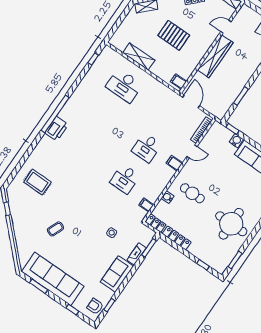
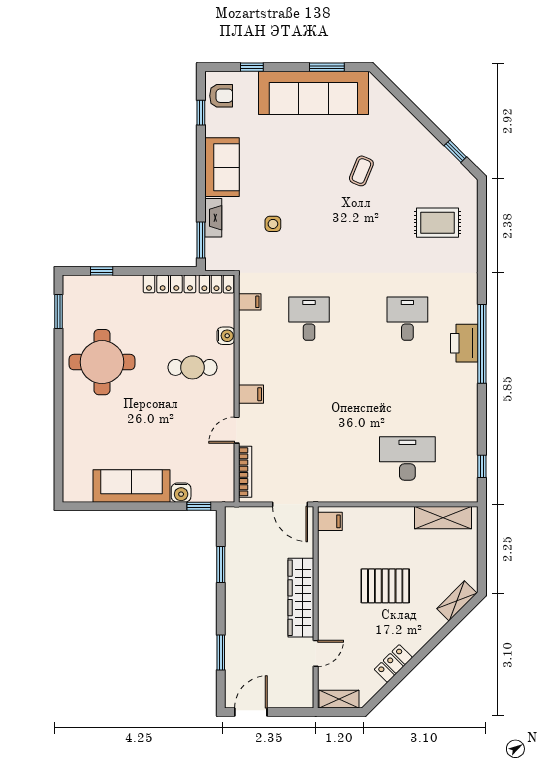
shelving: (139, 57) -> (443, 518), moved
printer: (57, 129) -> (464, 343), moved
desk: (147, 148) -> (407, 319), moved

